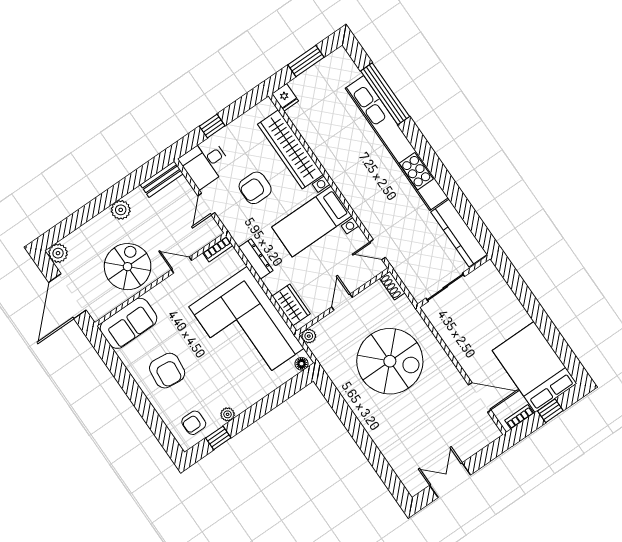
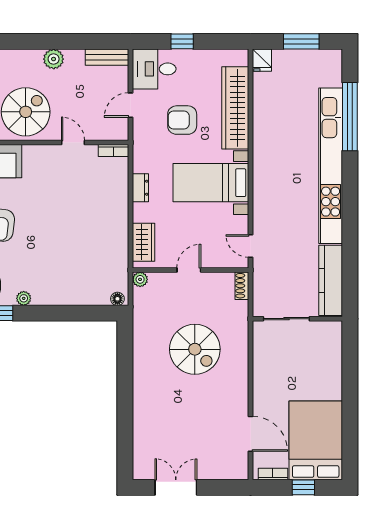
dresser: (256, 259) -> (140, 188), width x0.70
corner sofa: (246, 328) -> (91, 235), removed
spiral stairs: (390, 361) -> (195, 349), width x0.73, depth x0.73

